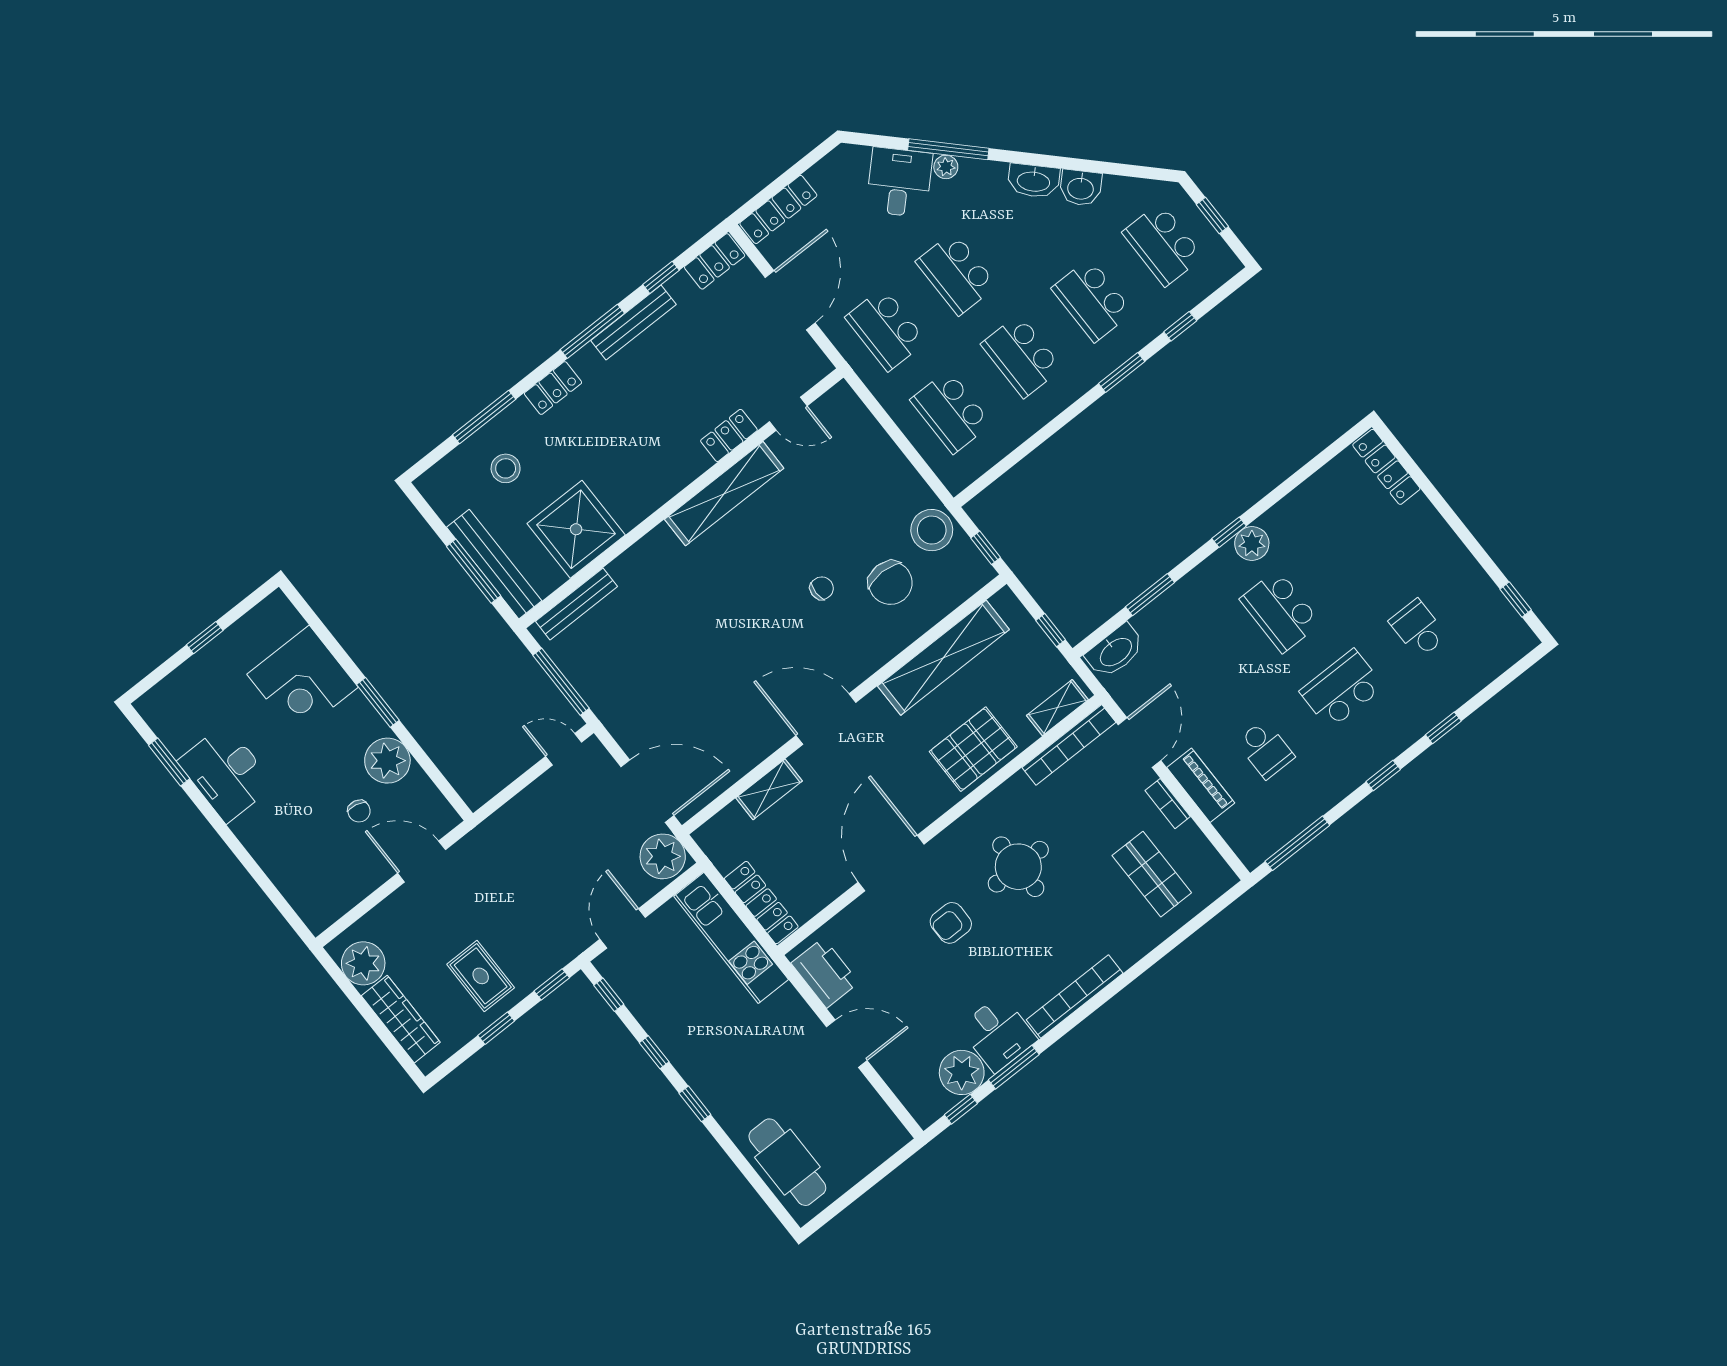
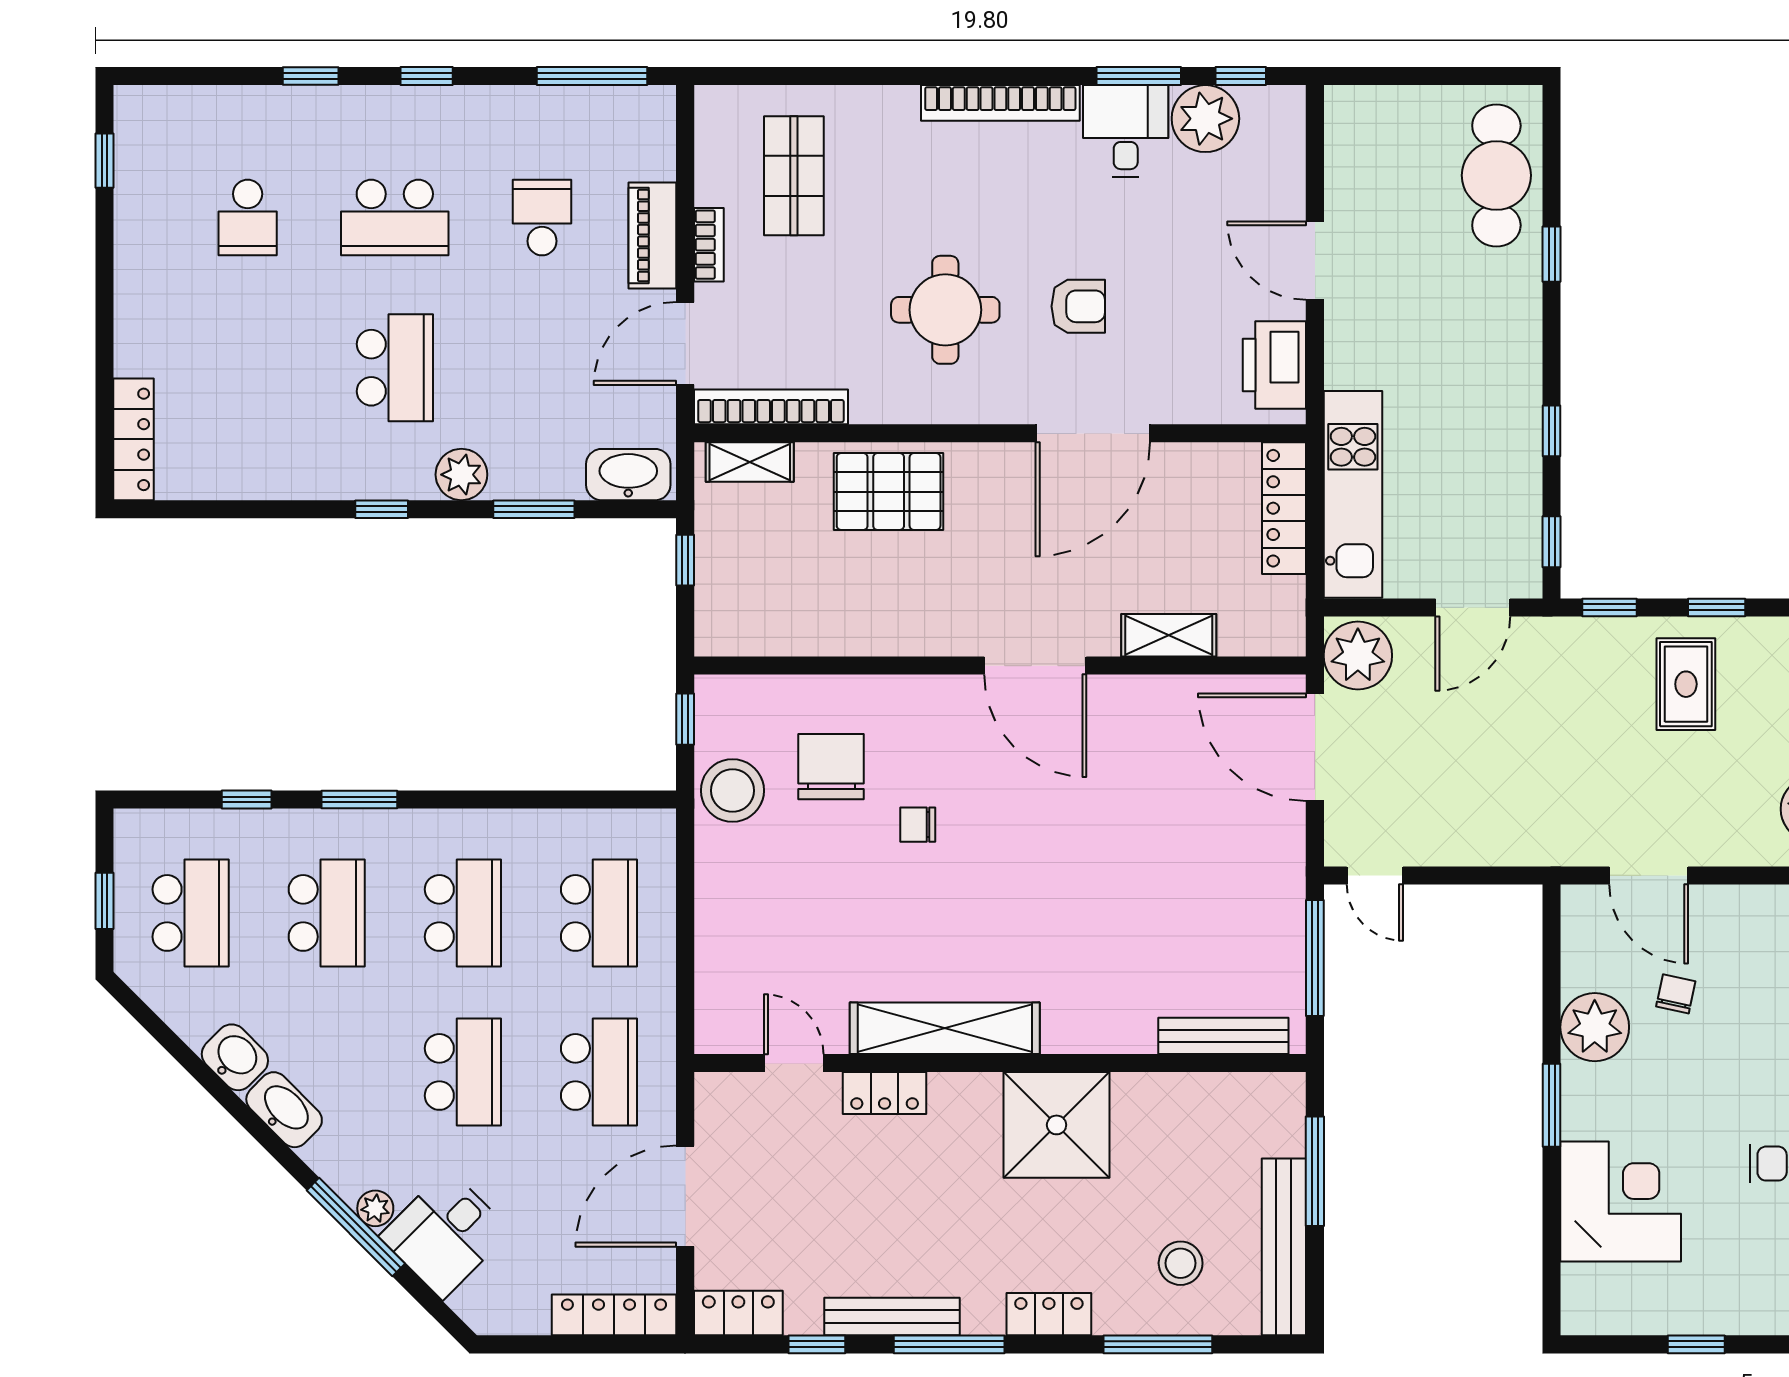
shower: (576, 529) -> (1057, 1125), moved
plant: (1252, 544) -> (461, 475), moved
bench: (494, 564) -> (1284, 1247), moved
shelving: (943, 658) -> (838, 628), removed
window: (695, 1104) -> (1552, 254), moved

